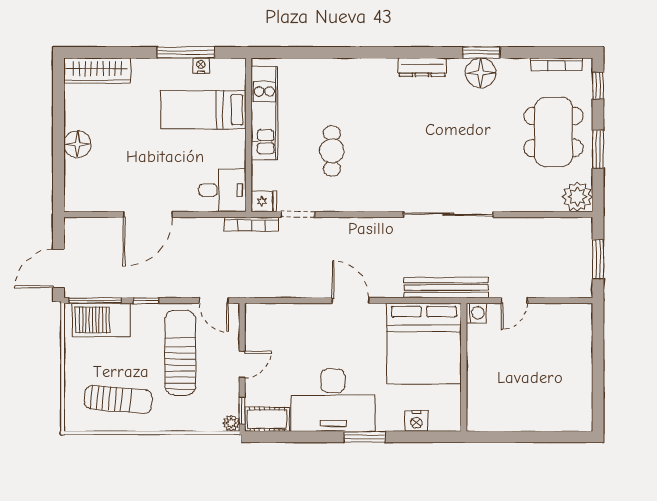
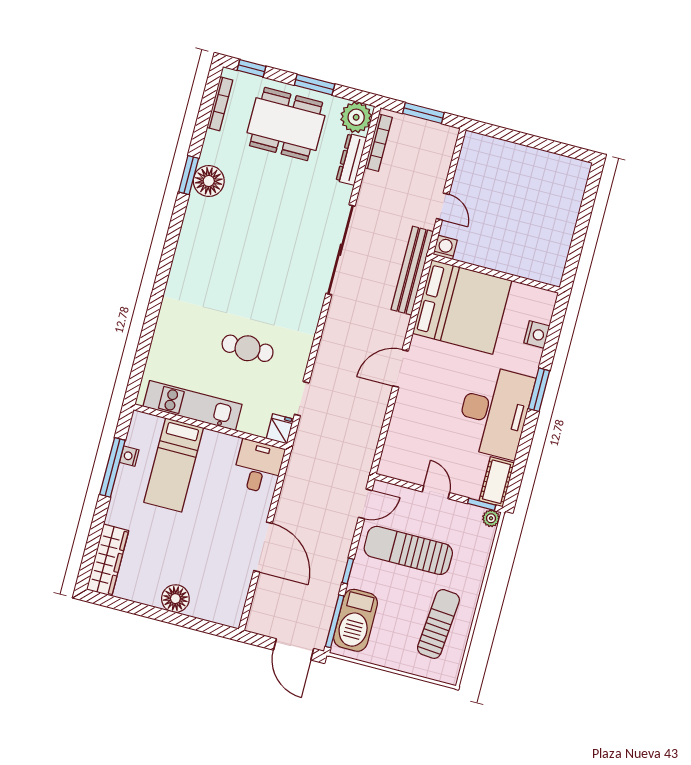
dresser: (422, 67) -> (351, 159), moved, turned 180
bookcase: (251, 224) -> (378, 143), moved

